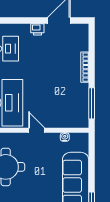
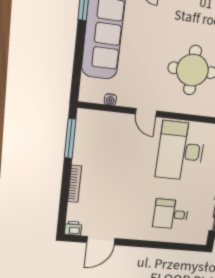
printer: (37, 29) -> (73, 228), moved

